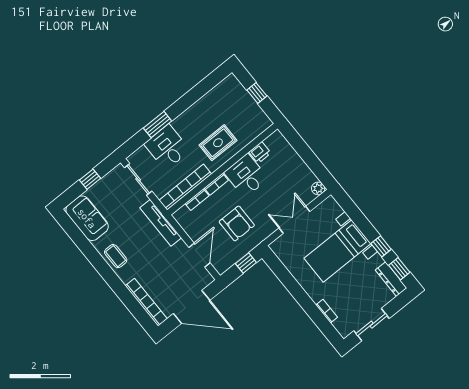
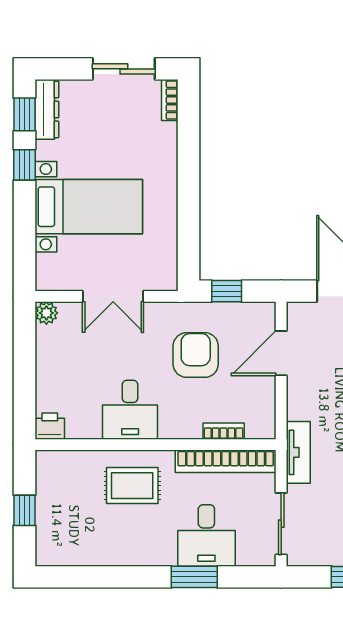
printer: (260, 152) -> (50, 426), moved
bookcase: (216, 184) -> (180, 431), removed
tv unit: (161, 223) -> (298, 452), width x0.71
bookcase: (327, 311) -> (170, 100), moved

